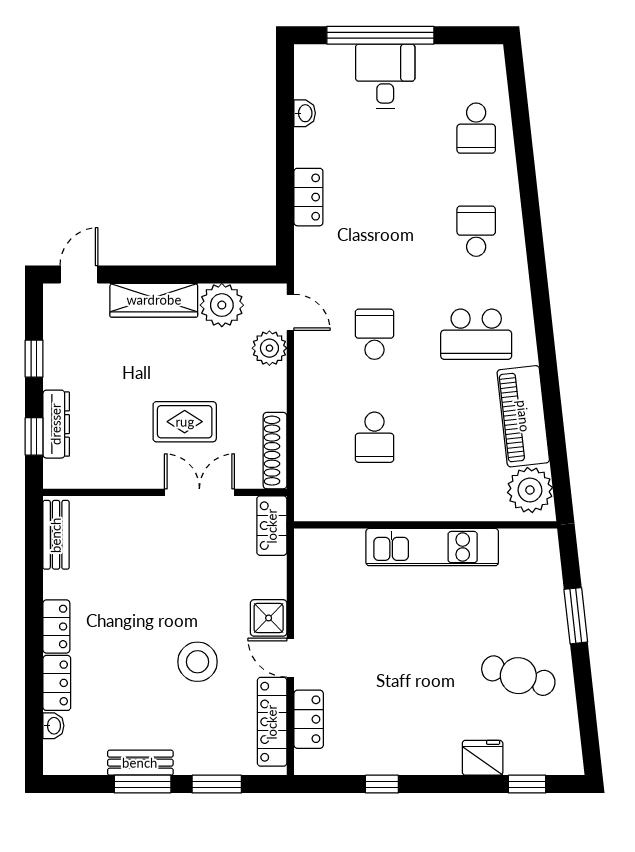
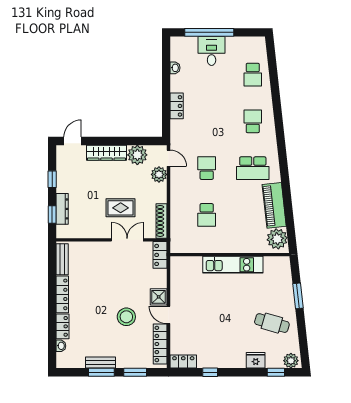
locker: (56, 626) -> (62, 294), width x1.53
locker: (309, 719) -> (183, 362), moved, turned -90
plant: (560, 759) -> (291, 361), added

